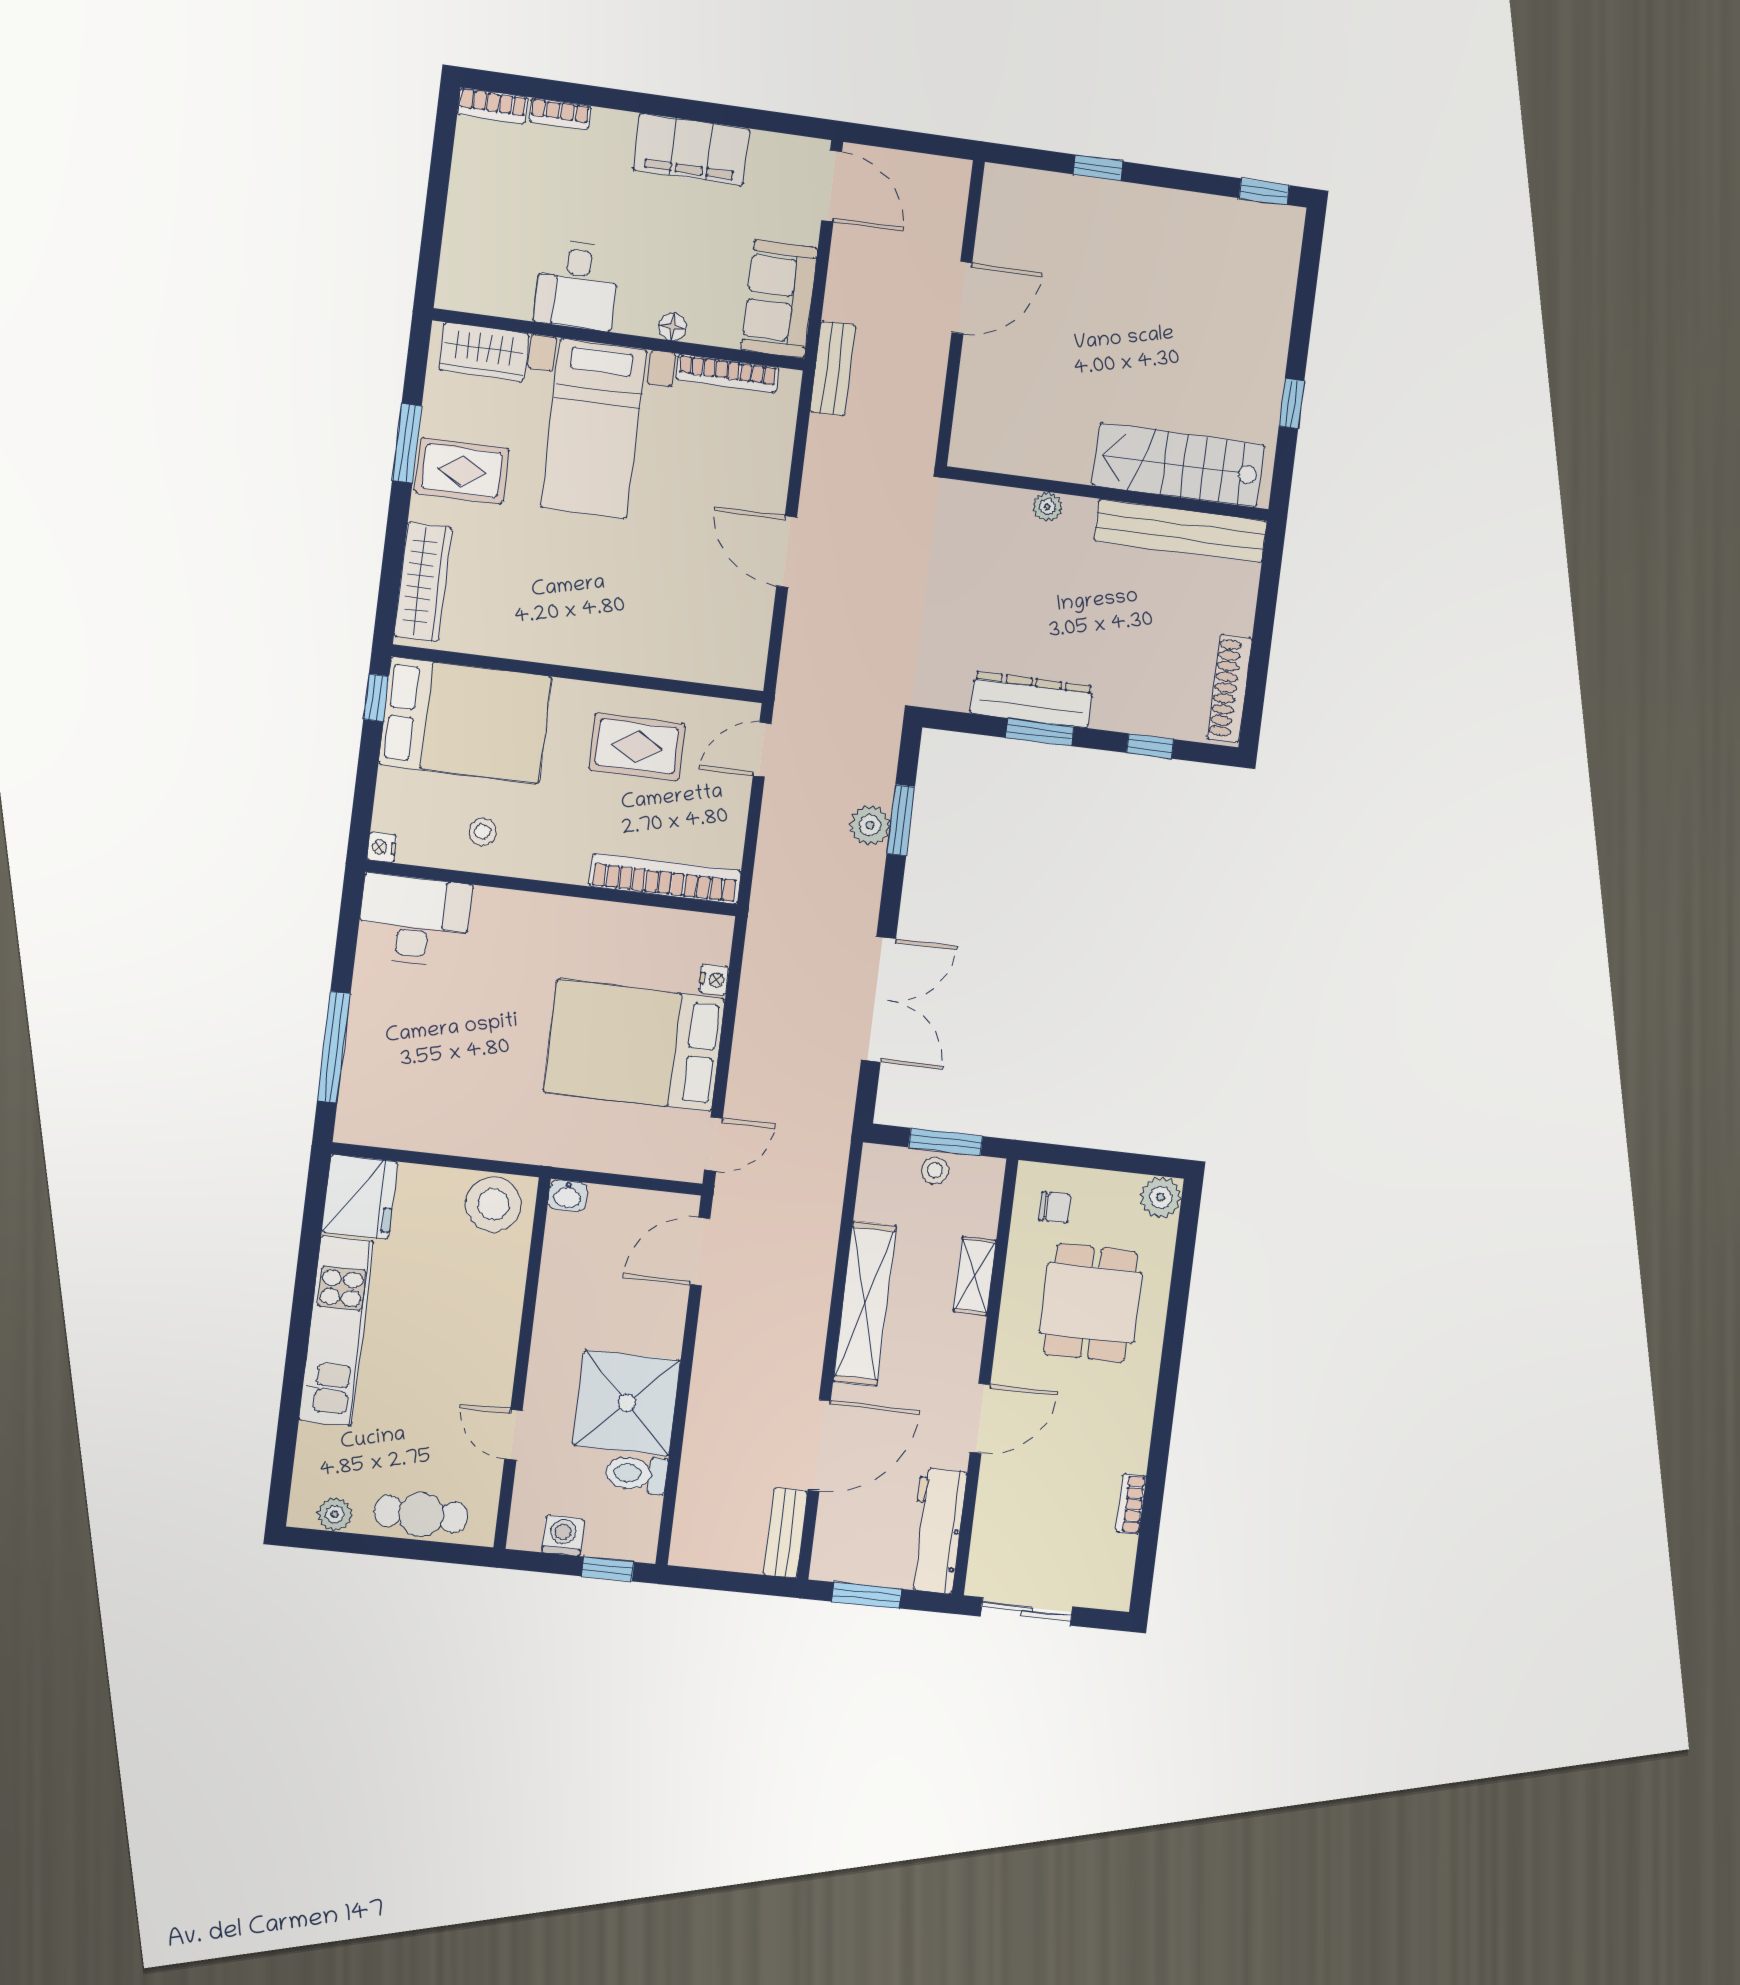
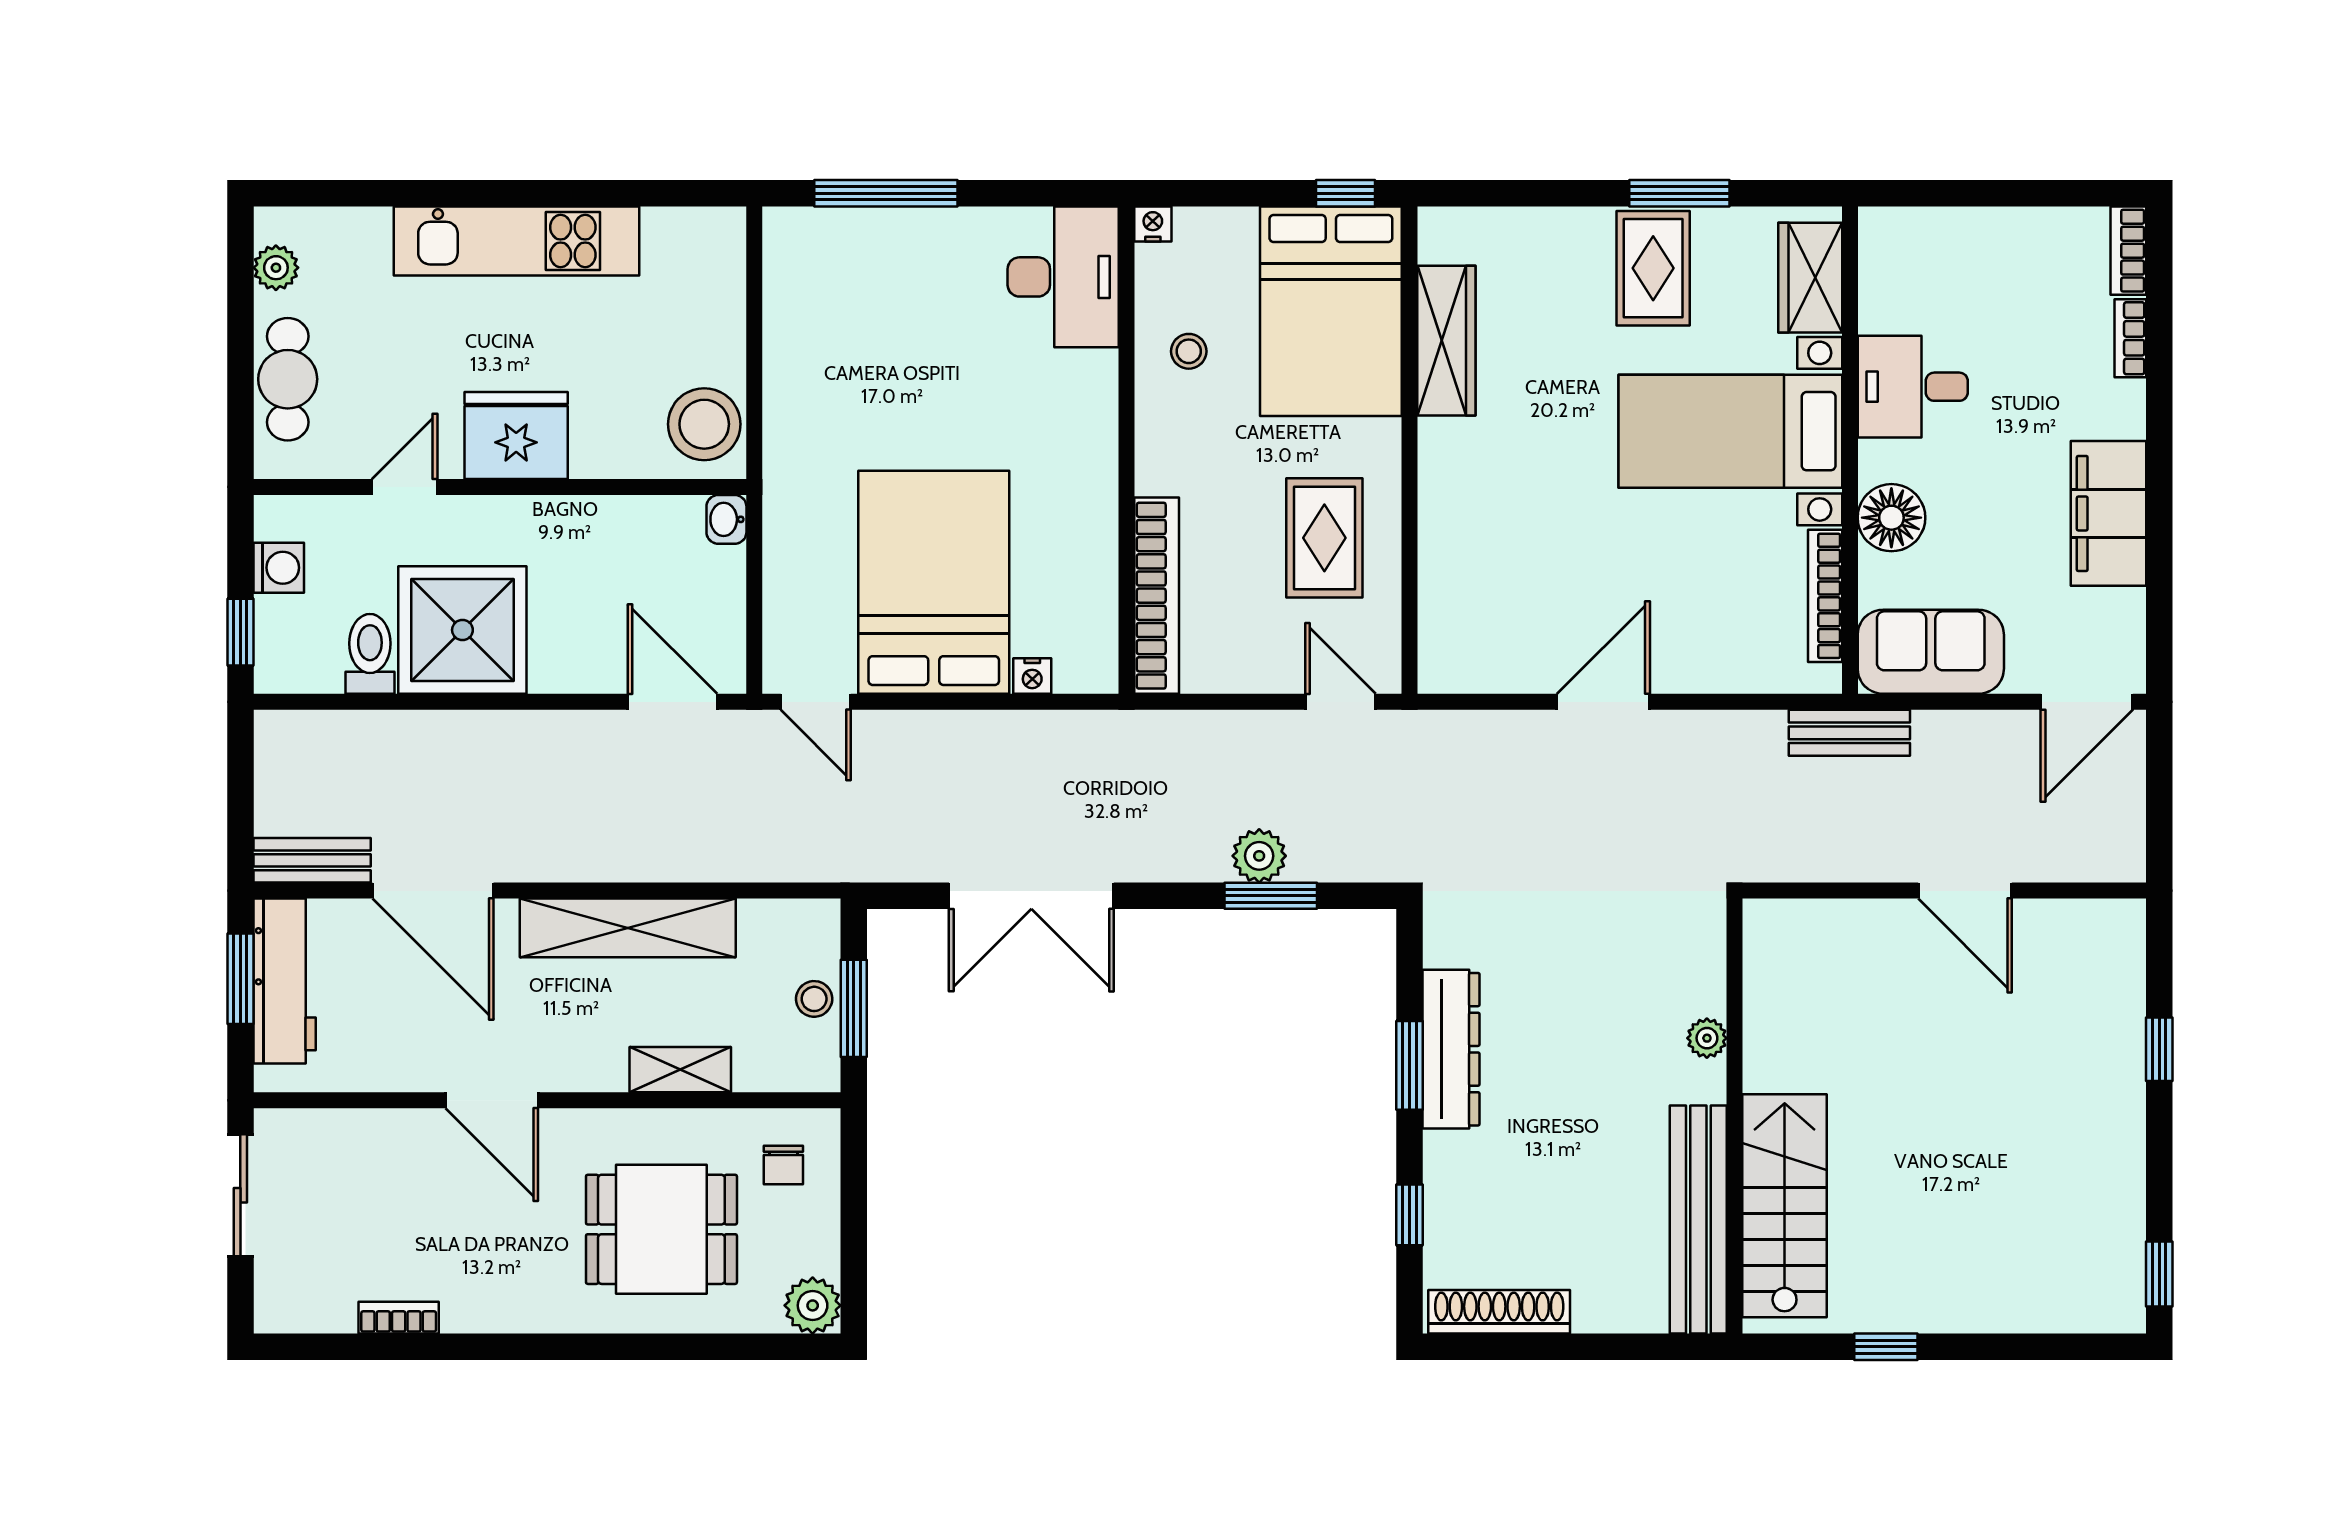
floor lamp: (673, 327) -> (1891, 518), width x1.89, depth x1.89
wardrobe: (423, 582) -> (1446, 341), moved, turned -90
fridge: (360, 1197) -> (516, 435), moved, turned 180
workbench: (937, 1531) -> (285, 981), moved, turned 90

